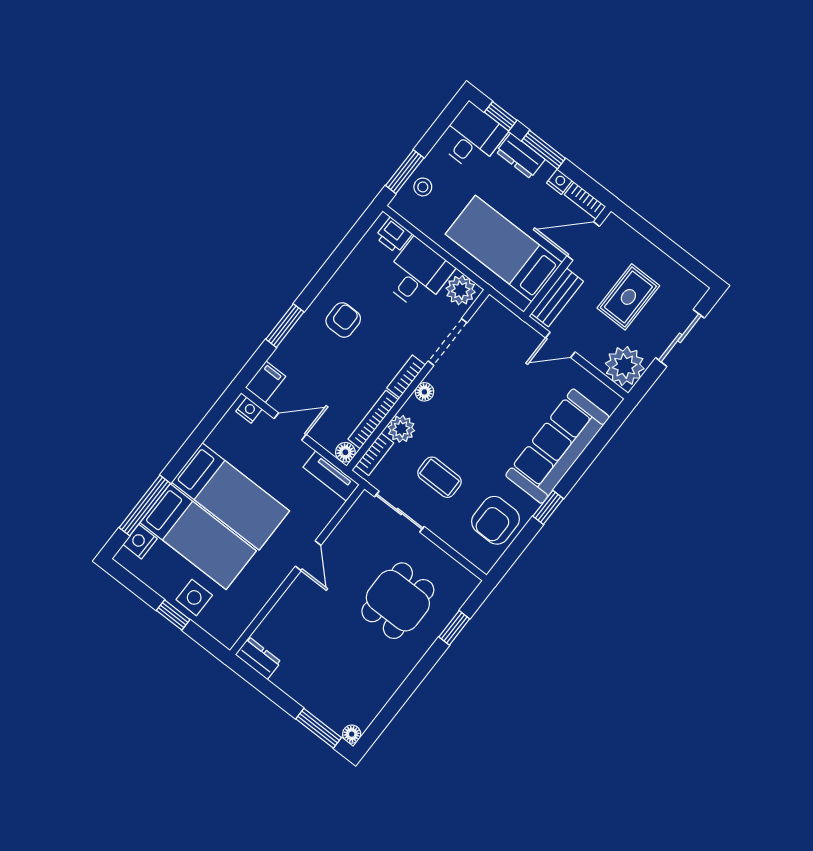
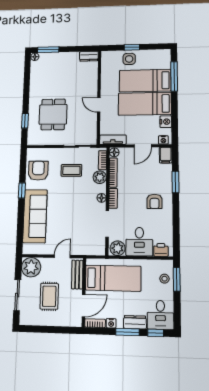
nightstand: (140, 542) -> (166, 122), moved

